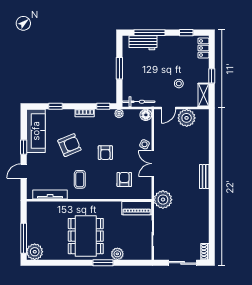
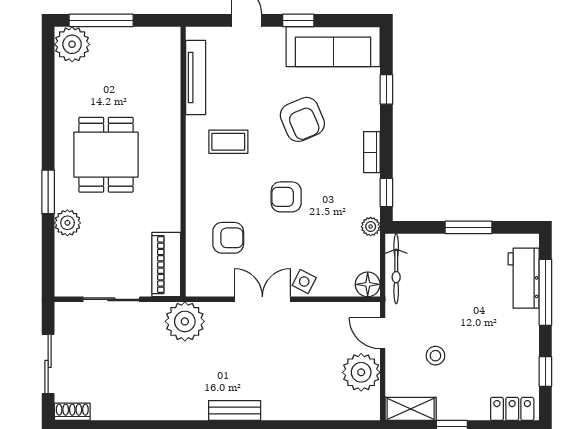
dining table: (86, 236) -> (106, 155), width x0.73

